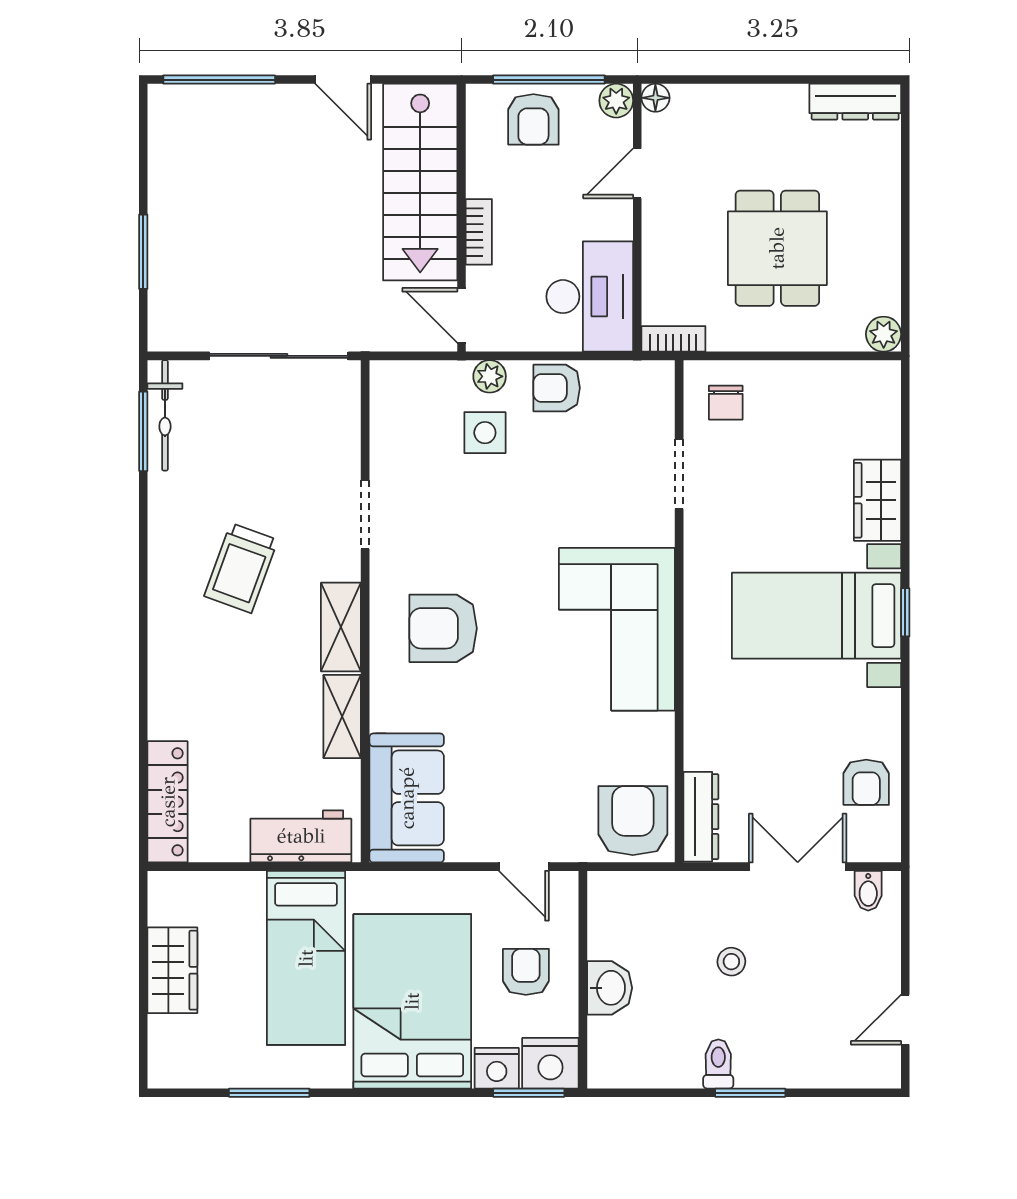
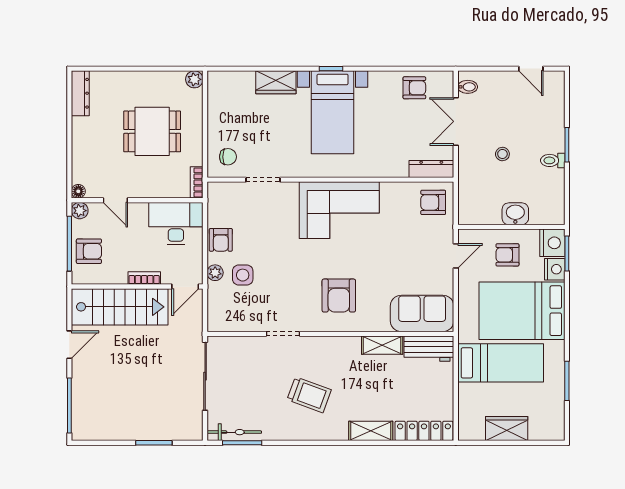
shelving: (341, 627) -> (371, 431), moved
armchair: (633, 821) -> (433, 202), width x0.72, depth x0.72
workbench: (301, 836) -> (429, 349), moved, turned -90

